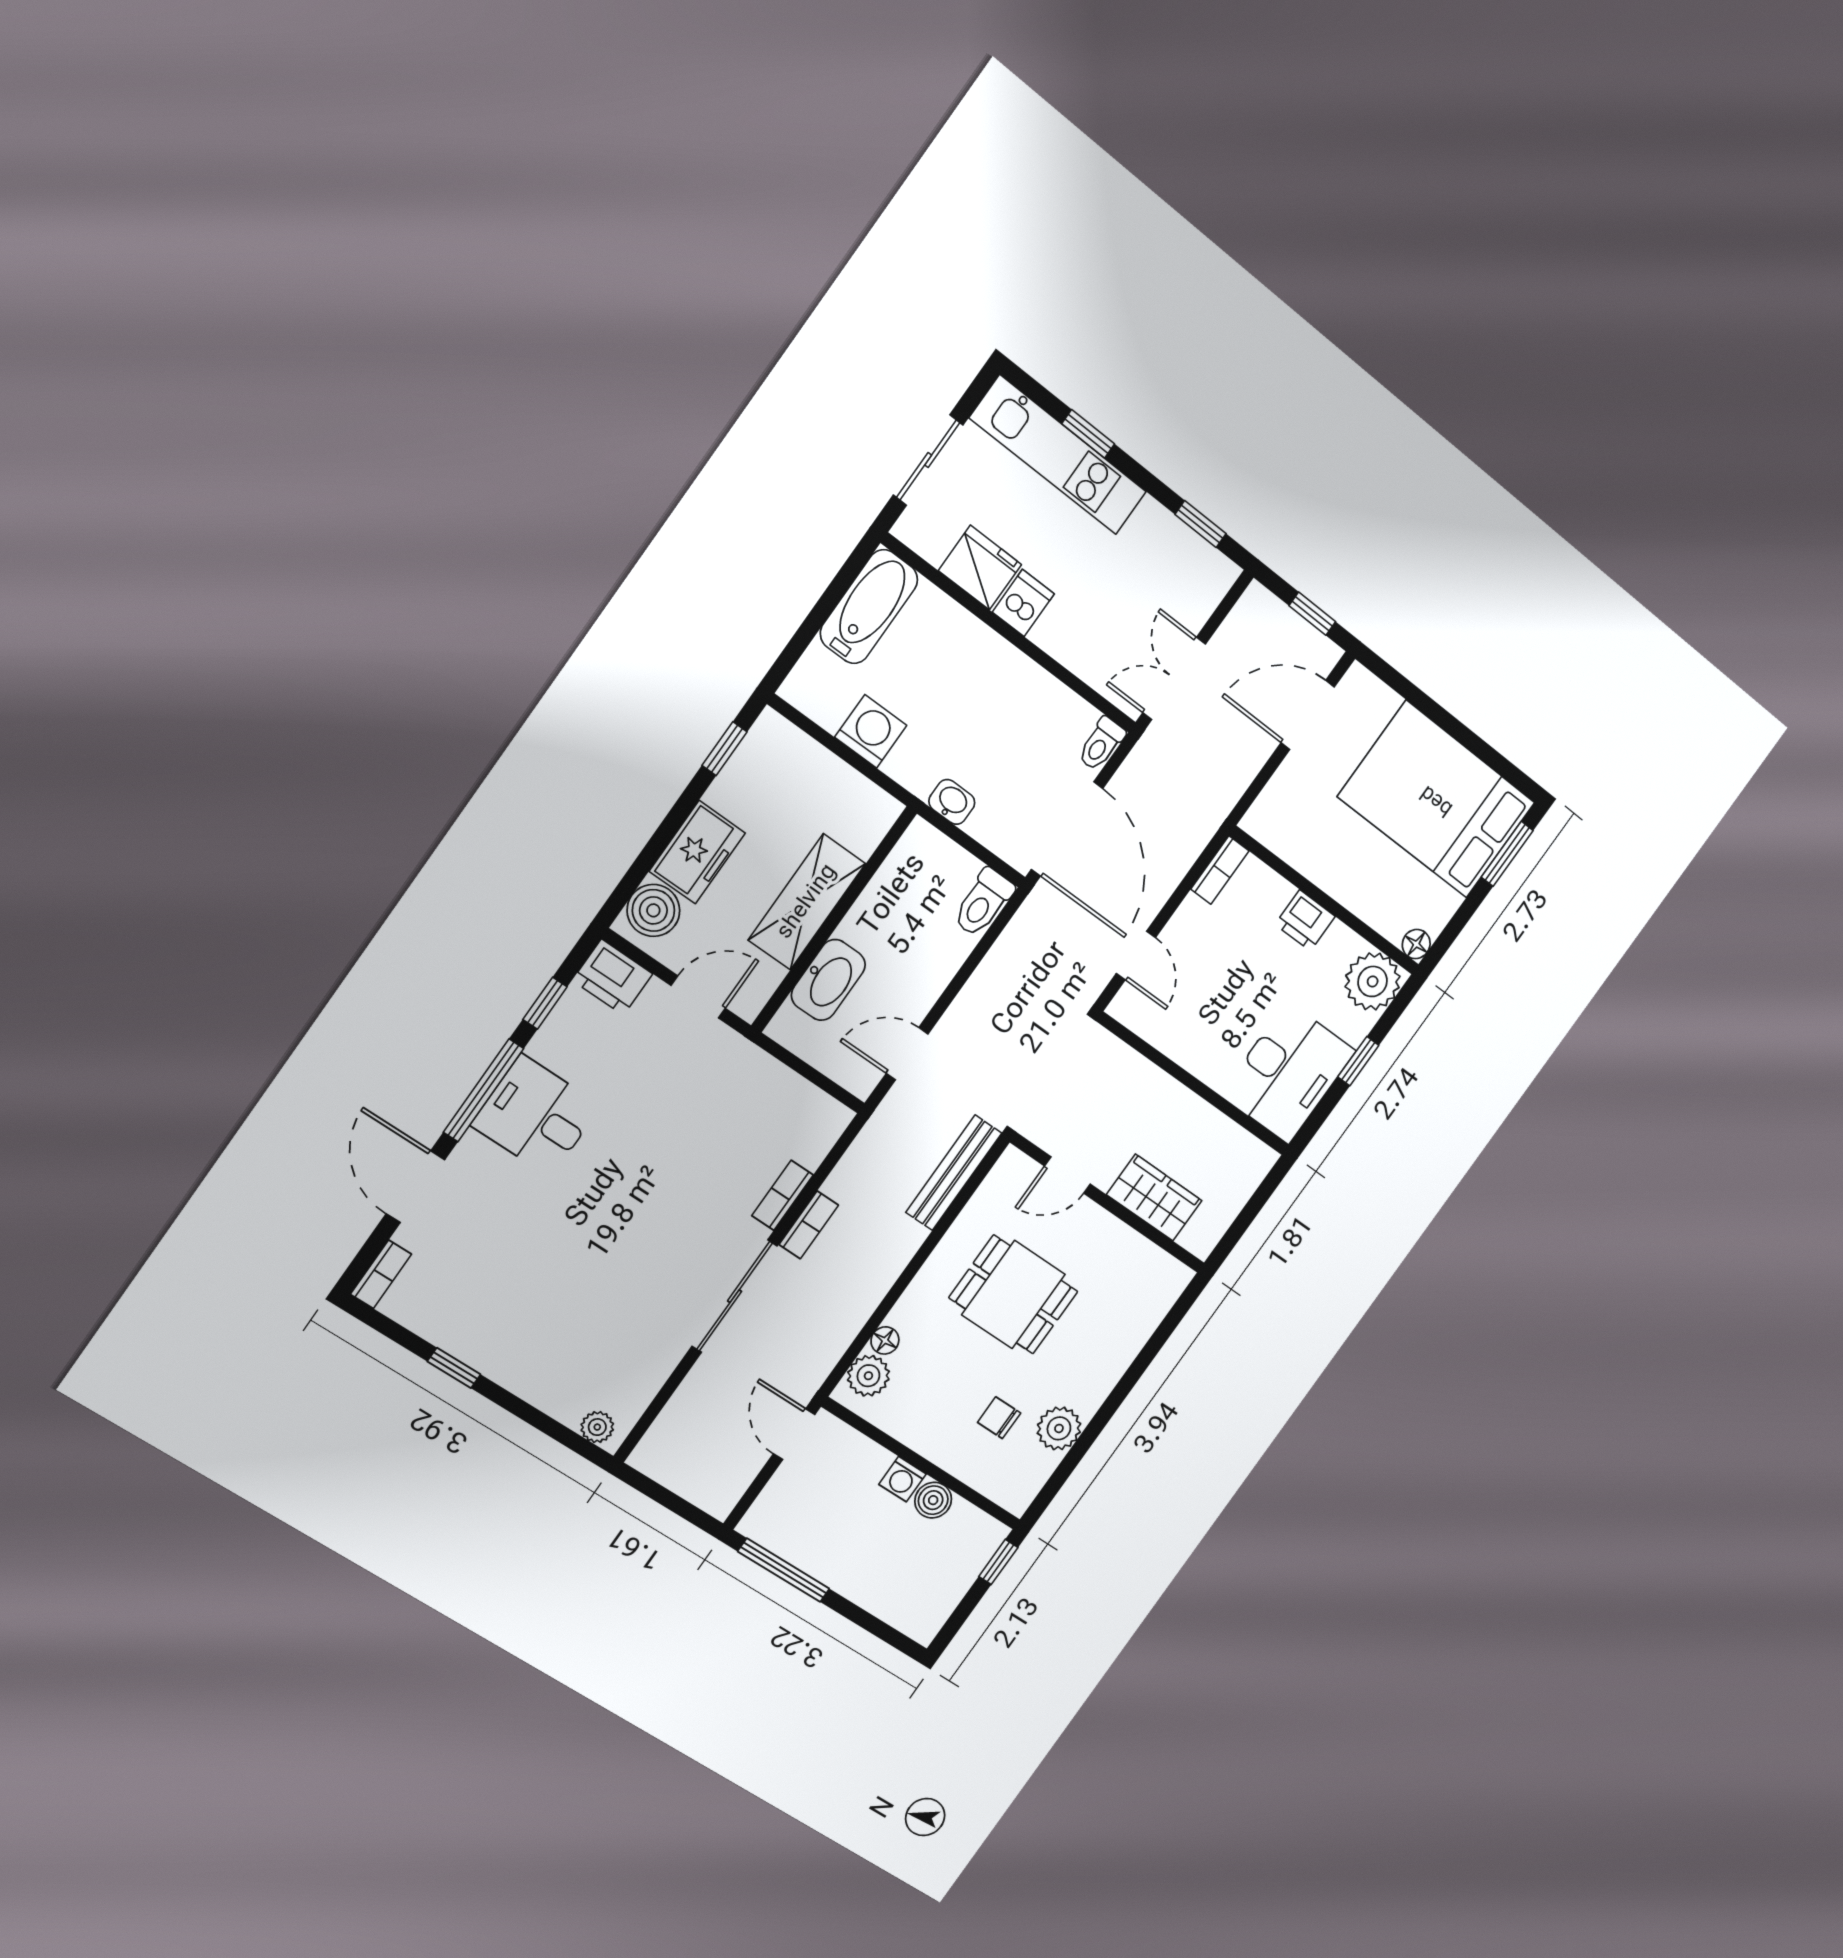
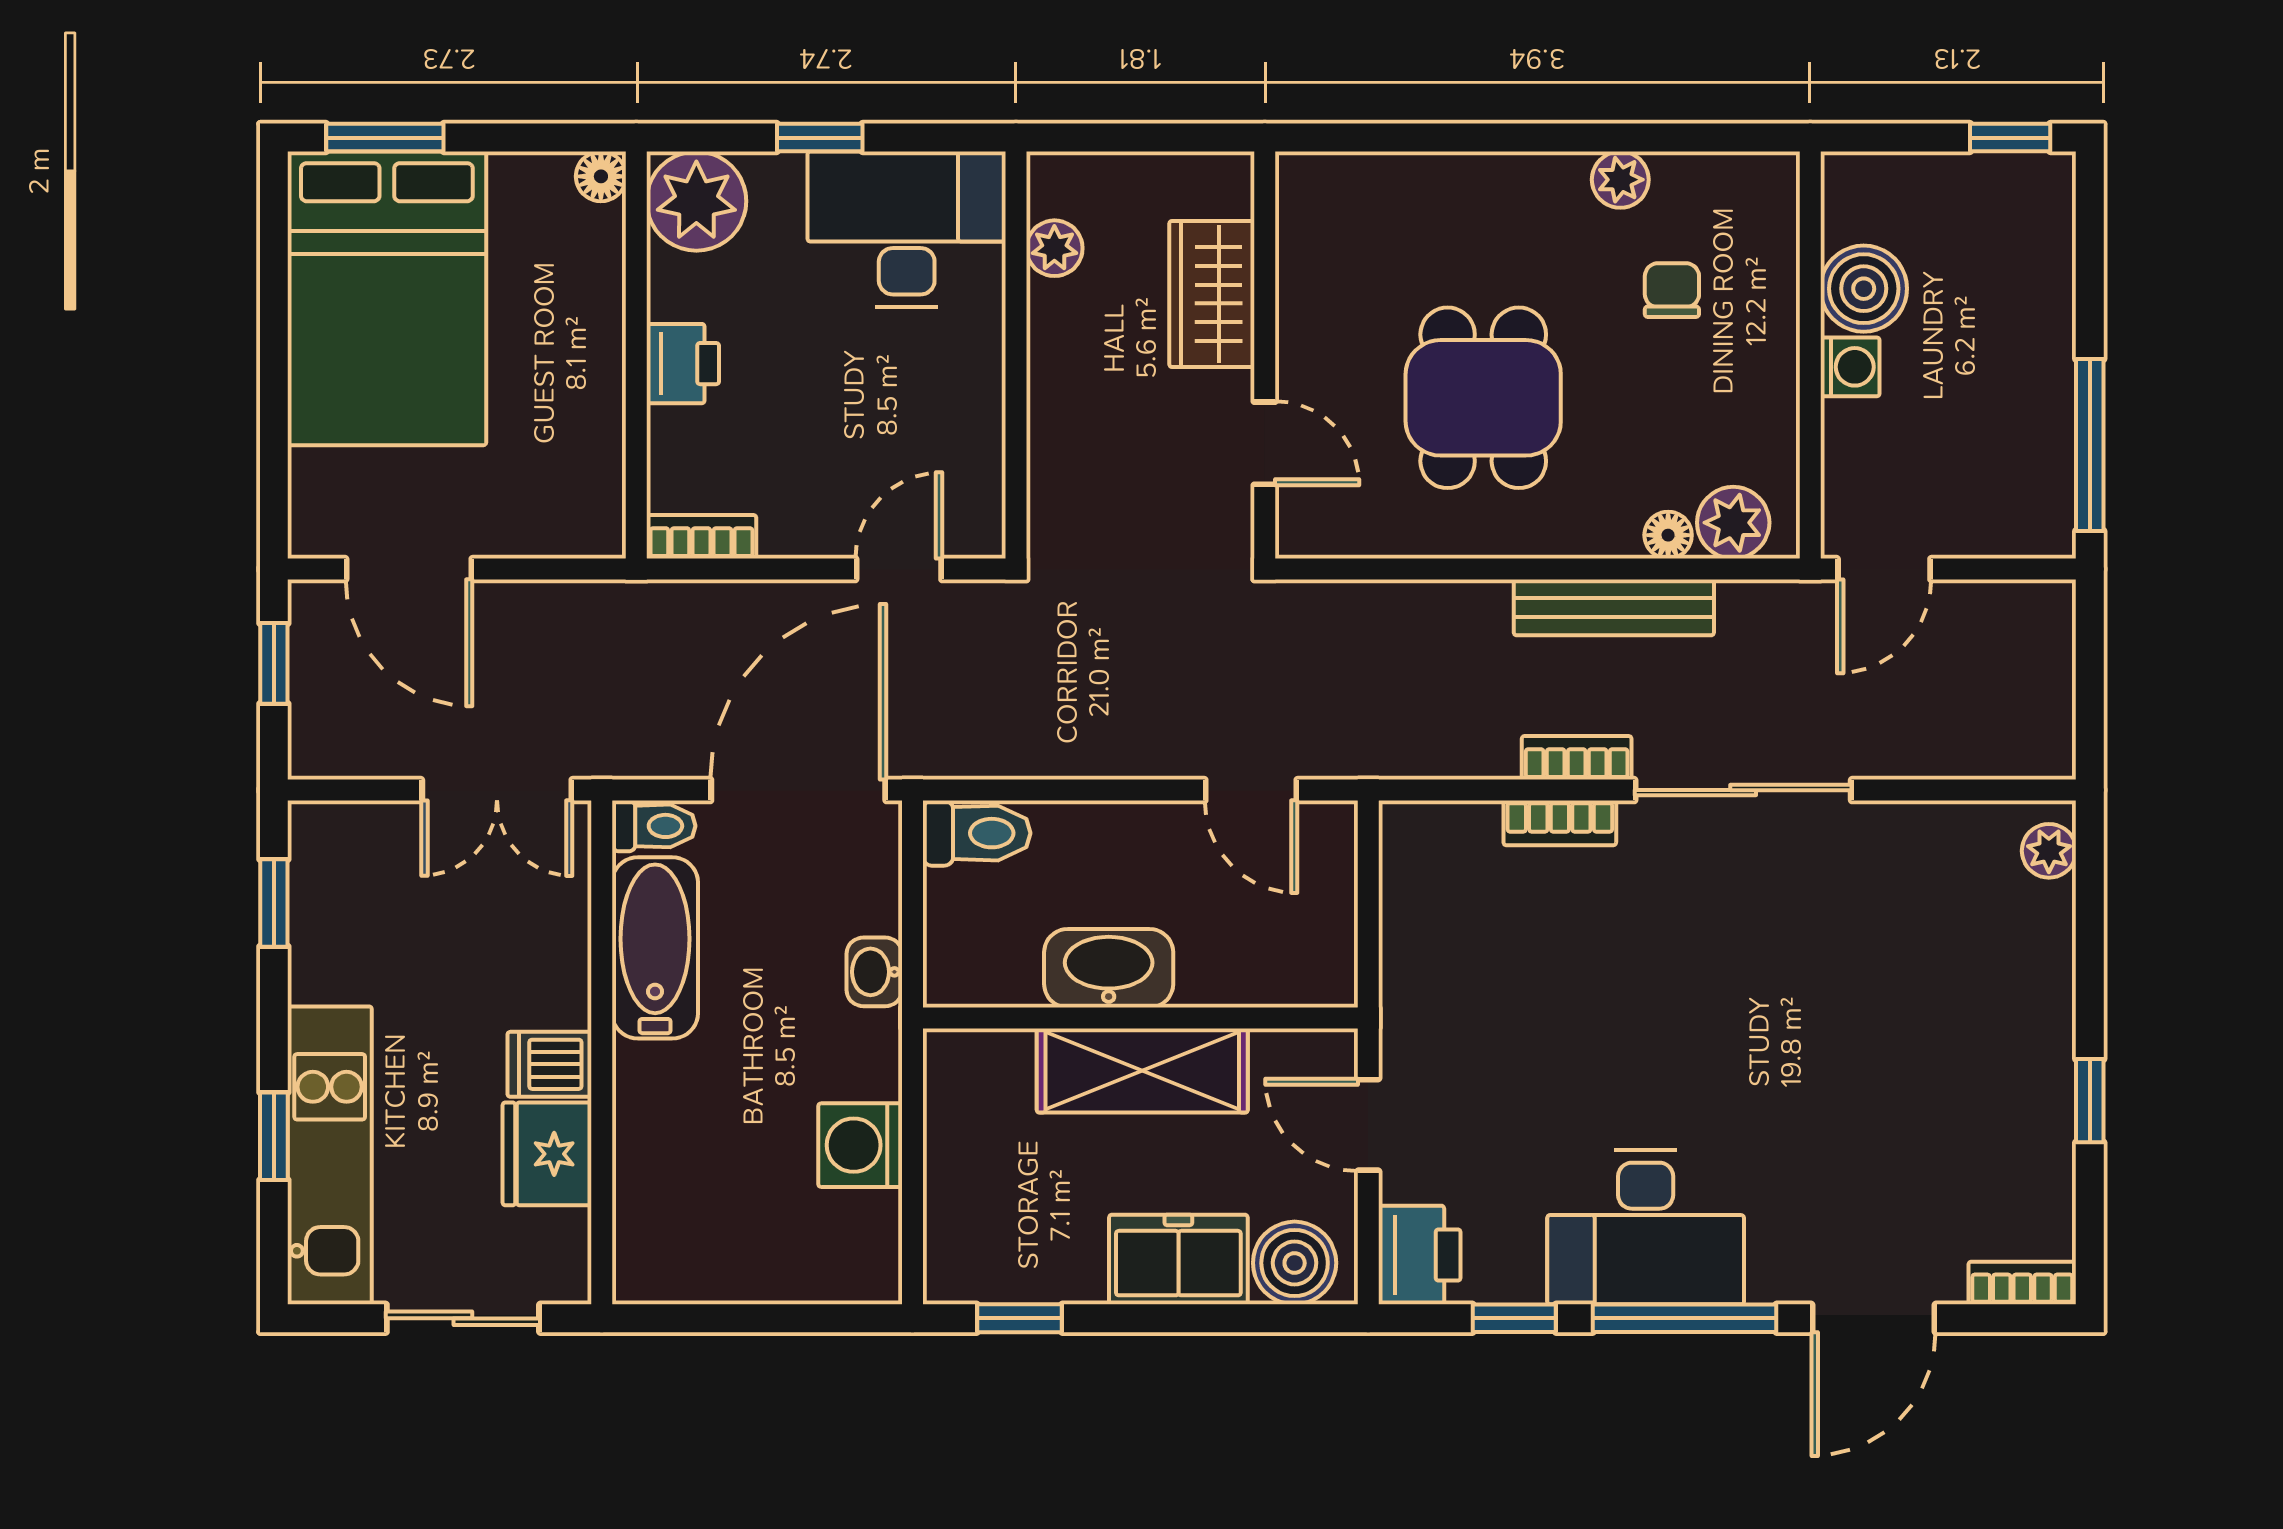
bathtub: (869, 607) -> (655, 948), moved, turned 90
washbasin: (828, 980) -> (1109, 968), moved
desk: (536, 1116) -> (1646, 1227), width x1.37
plant: (1229, 1137) -> (1054, 248), added
bench: (954, 1173) -> (1614, 607), moved
chair: (999, 1418) -> (1672, 290), turned 180
plant: (1059, 1428) -> (1620, 180), width x0.73, depth x0.73
boiler: (933, 1500) -> (1864, 289), width x1.36, depth x1.36
window: (998, 1562) -> (2010, 138), moved

